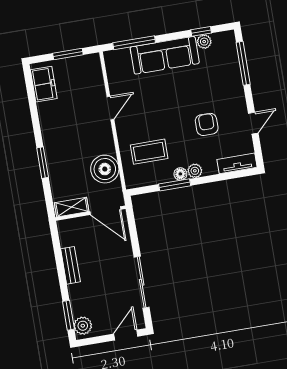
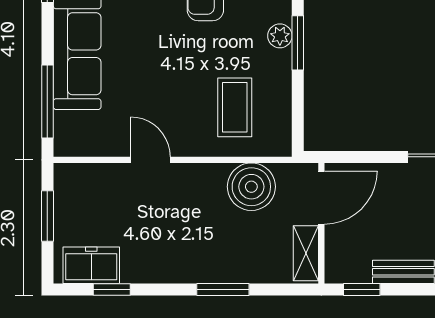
window: (32, 98) -> (112, 289), added
floor lamp: (180, 174) -> (281, 61), removed
window: (175, 185) -> (298, 43), moved
window: (56, 243) -> (362, 289), added

